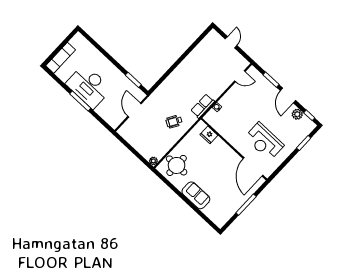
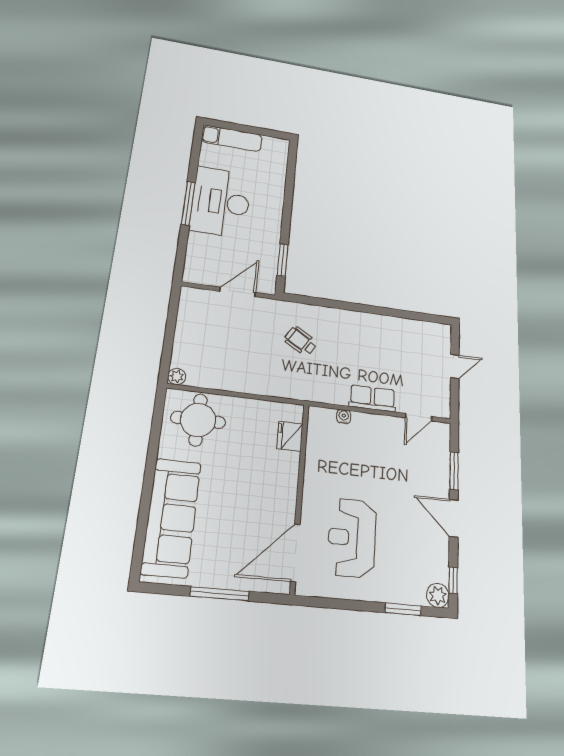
door: (240, 76) -> (419, 417), hinge flipped
door: (288, 95) -> (454, 518), hinge flipped
row of seats: (203, 106) -> (373, 398), moved
plant: (297, 114) -> (438, 595), moved
wheelchair: (174, 122) -> (301, 341), moved
sofa: (196, 195) -> (171, 517), width x1.85, depth x1.27

